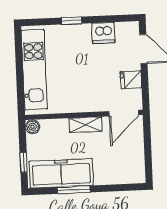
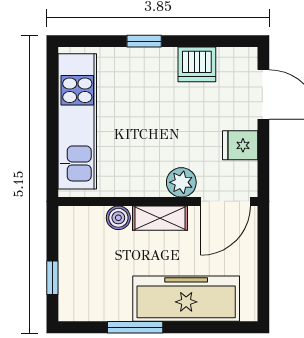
plant: (97, 103) -> (181, 182), added
boiler: (33, 127) -> (118, 218), moved
freezer: (61, 173) -> (186, 299), moved

